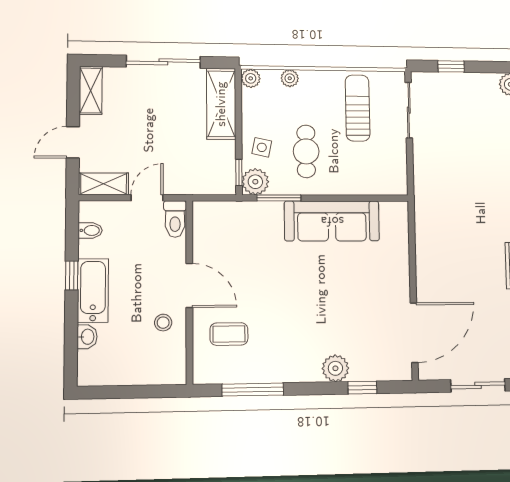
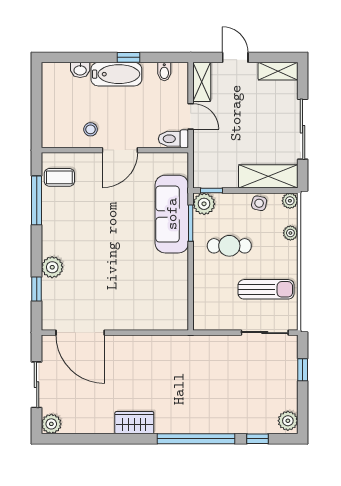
side table: (262, 147) -> (259, 203), moved
sofa: (332, 221) -> (172, 214), moved
coffee table: (229, 334) -> (59, 177), moved, turned 90

